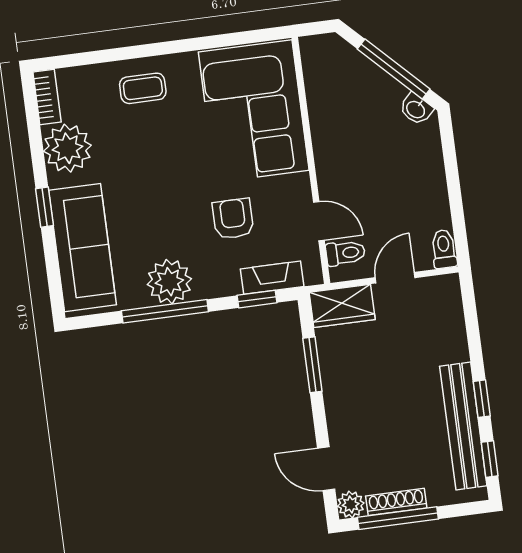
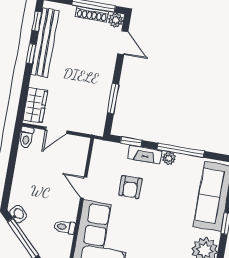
door: (319, 221) -> (84, 187), moved
toilet: (345, 253) -> (65, 227), moved
fireplace: (272, 278) -> (145, 155), moved
plant: (169, 282) -> (169, 158), width x0.53, depth x0.53
wardrobe: (342, 306) -> (35, 105), moved, turned 90

